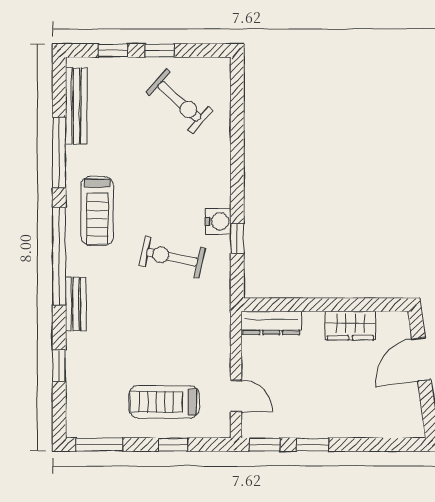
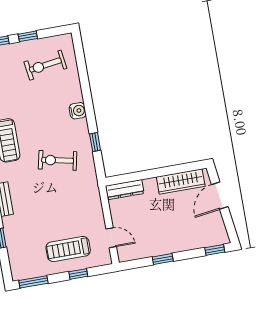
exercise bike: (179, 101) -> (45, 65), turned 130
water cooler: (218, 221) -> (78, 111), moved
wardrobe: (350, 326) -> (181, 181), width x1.50
window: (265, 445) -> (215, 250), moved

